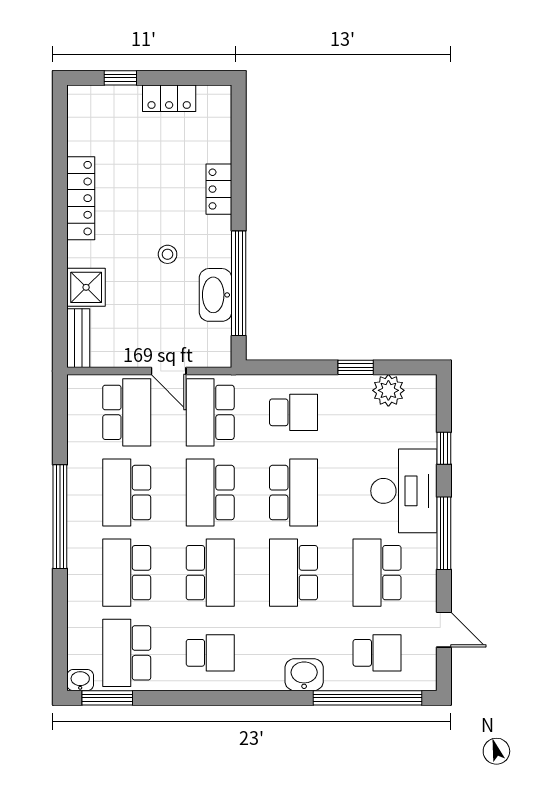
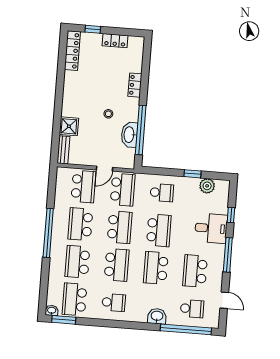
locker: (81, 198) -> (72, 51), moved
door: (169, 371) -> (105, 169), hinge flipped
school desk: (210, 412) -> (123, 190), turned 180
desk: (404, 491) -> (211, 228), width x0.73
school desk: (210, 493) -> (120, 227), turned 180

